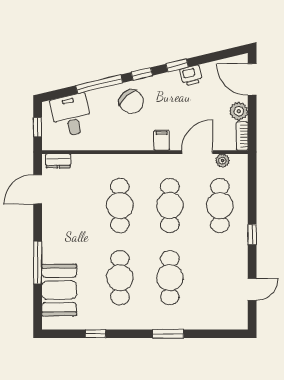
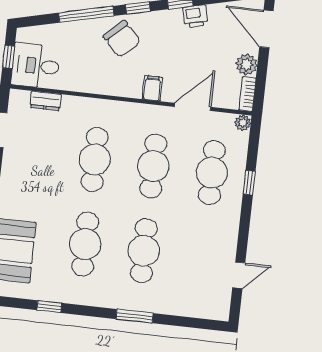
desk: (71, 115) -> (36, 66), moved, turned -77
dresser: (58, 161) -> (46, 101), moved
plant: (222, 161) -> (243, 123), moved
window: (252, 235) -> (249, 183), moved

